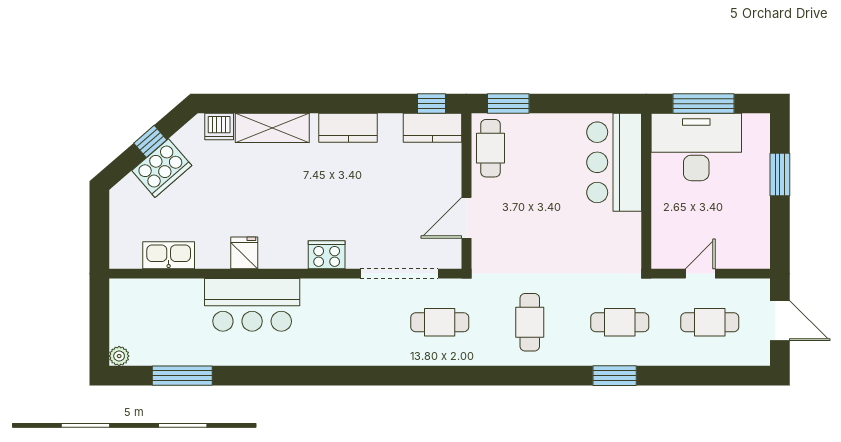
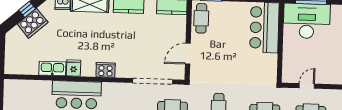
kitchen sink: (169, 255) -> (52, 69), moved
cooker: (327, 255) -> (106, 70), moved

